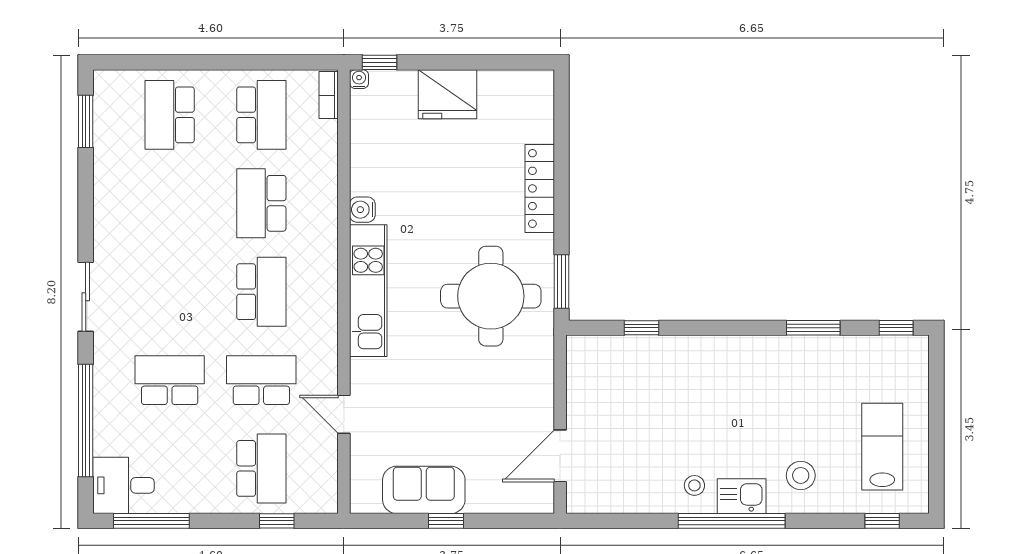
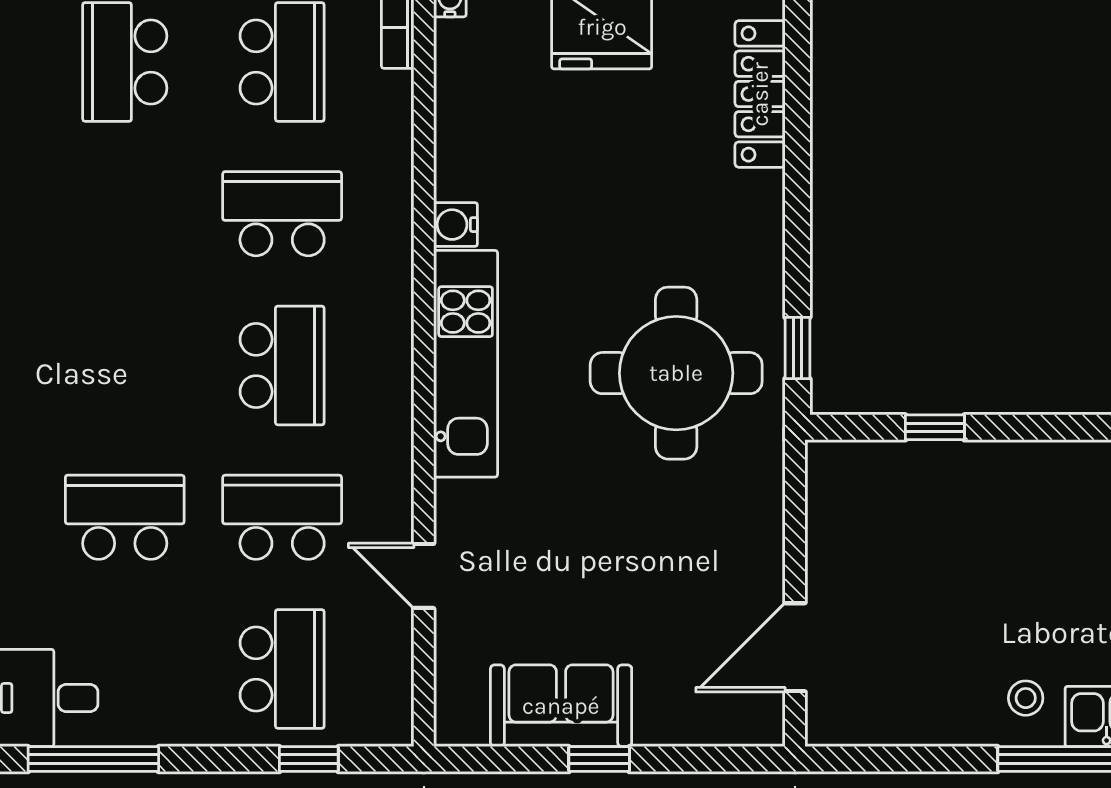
locker: (540, 188) -> (760, 94), moved
school desk: (261, 203) -> (282, 214), turned 90
window: (562, 281) -> (797, 348), width x0.67

